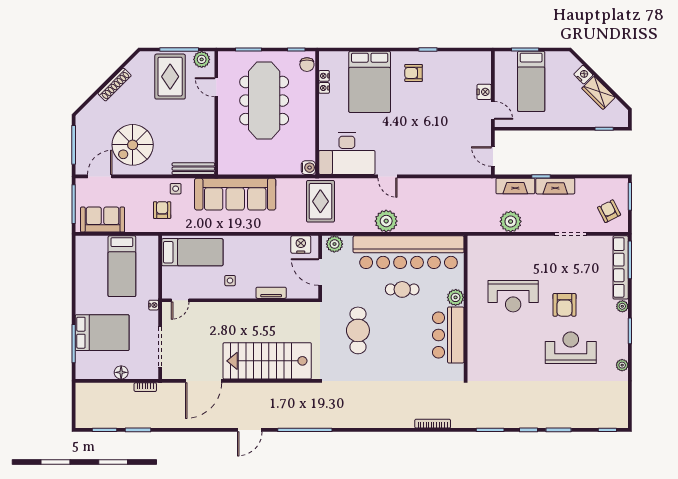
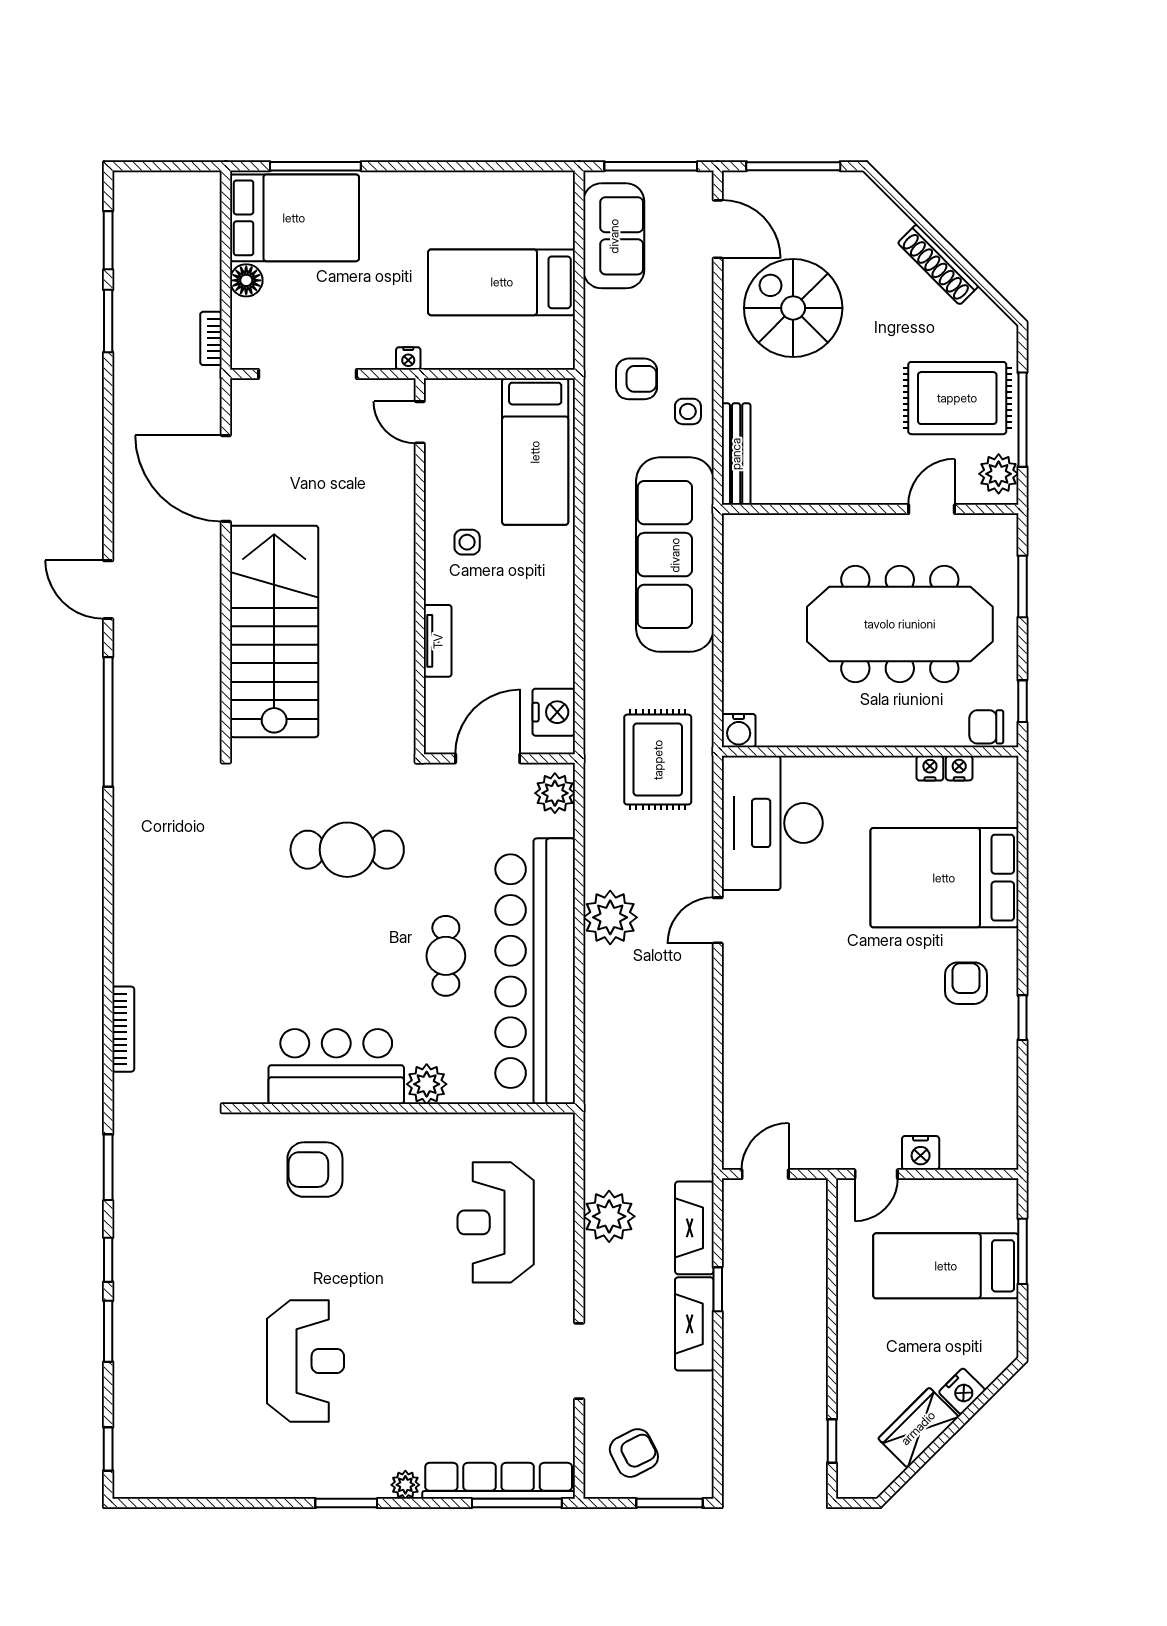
rug: (320, 201) -> (658, 760), turned 90
reception desk: (513, 296) -> (496, 1222), moved
armchair: (564, 305) -> (315, 1170), moved
bed: (102, 333) -> (294, 218), moved, turned -90
plant: (622, 365) -> (264, 1485), removed

